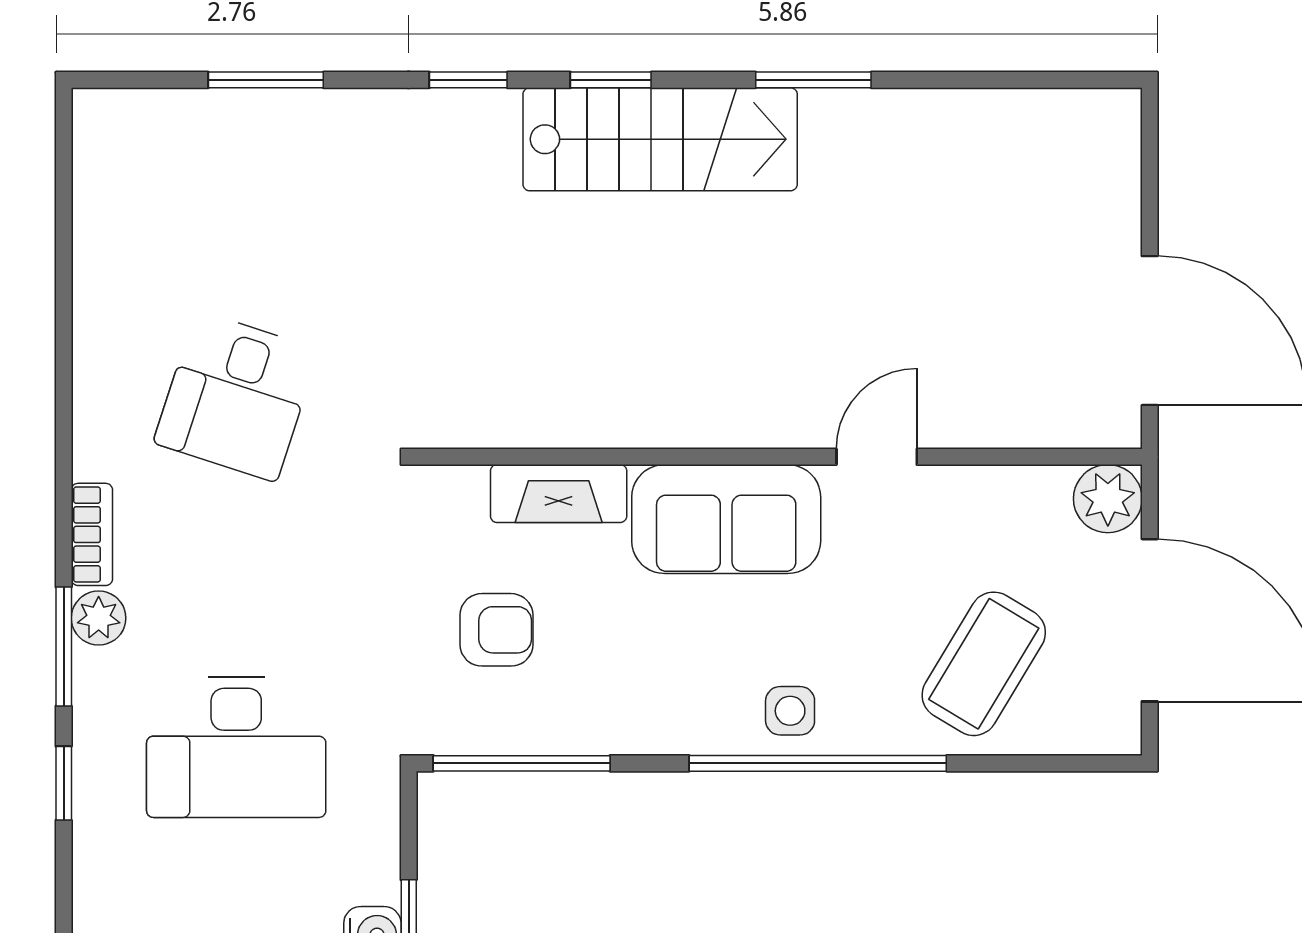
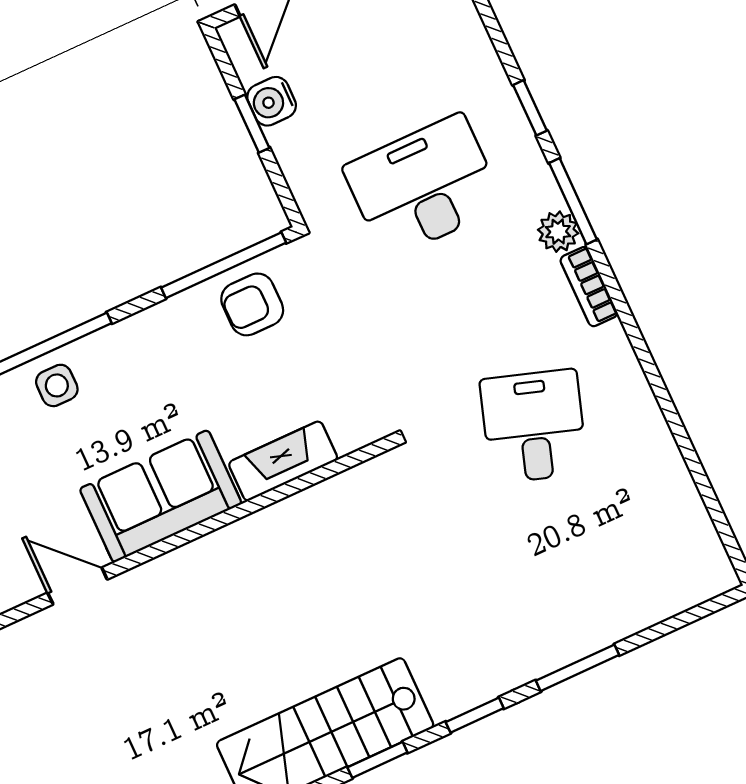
window: (266, 80) -> (578, 668), moved
door: (877, 457) -> (77, 586), swing flipped
armchair: (496, 630) -> (252, 304), moved

